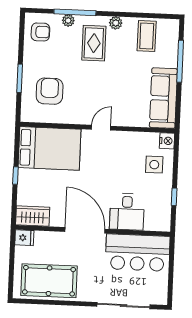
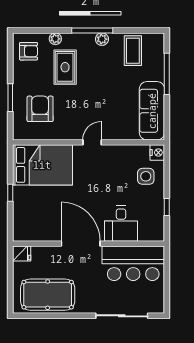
window: (75, 12) -> (92, 30), moved
rug: (94, 43) -> (65, 67), moved
wardrobe: (33, 216) -> (29, 232), removed

